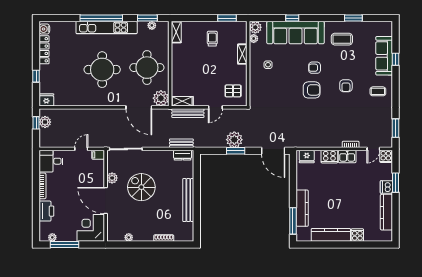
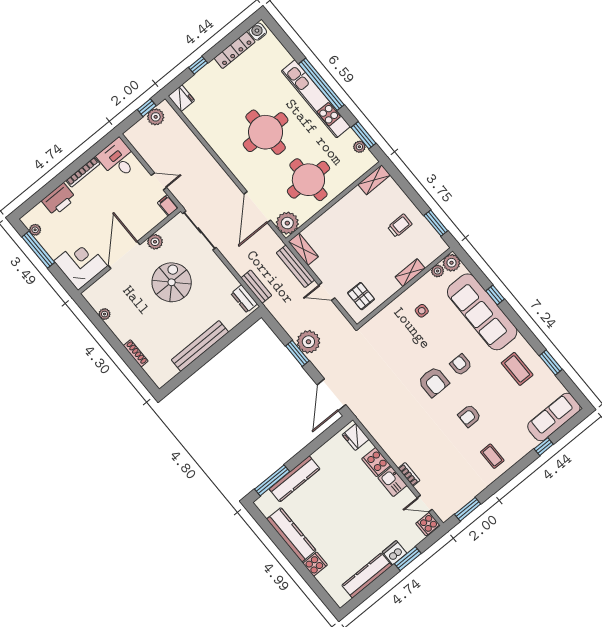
sofa: (384, 56) -> (554, 417), moved

